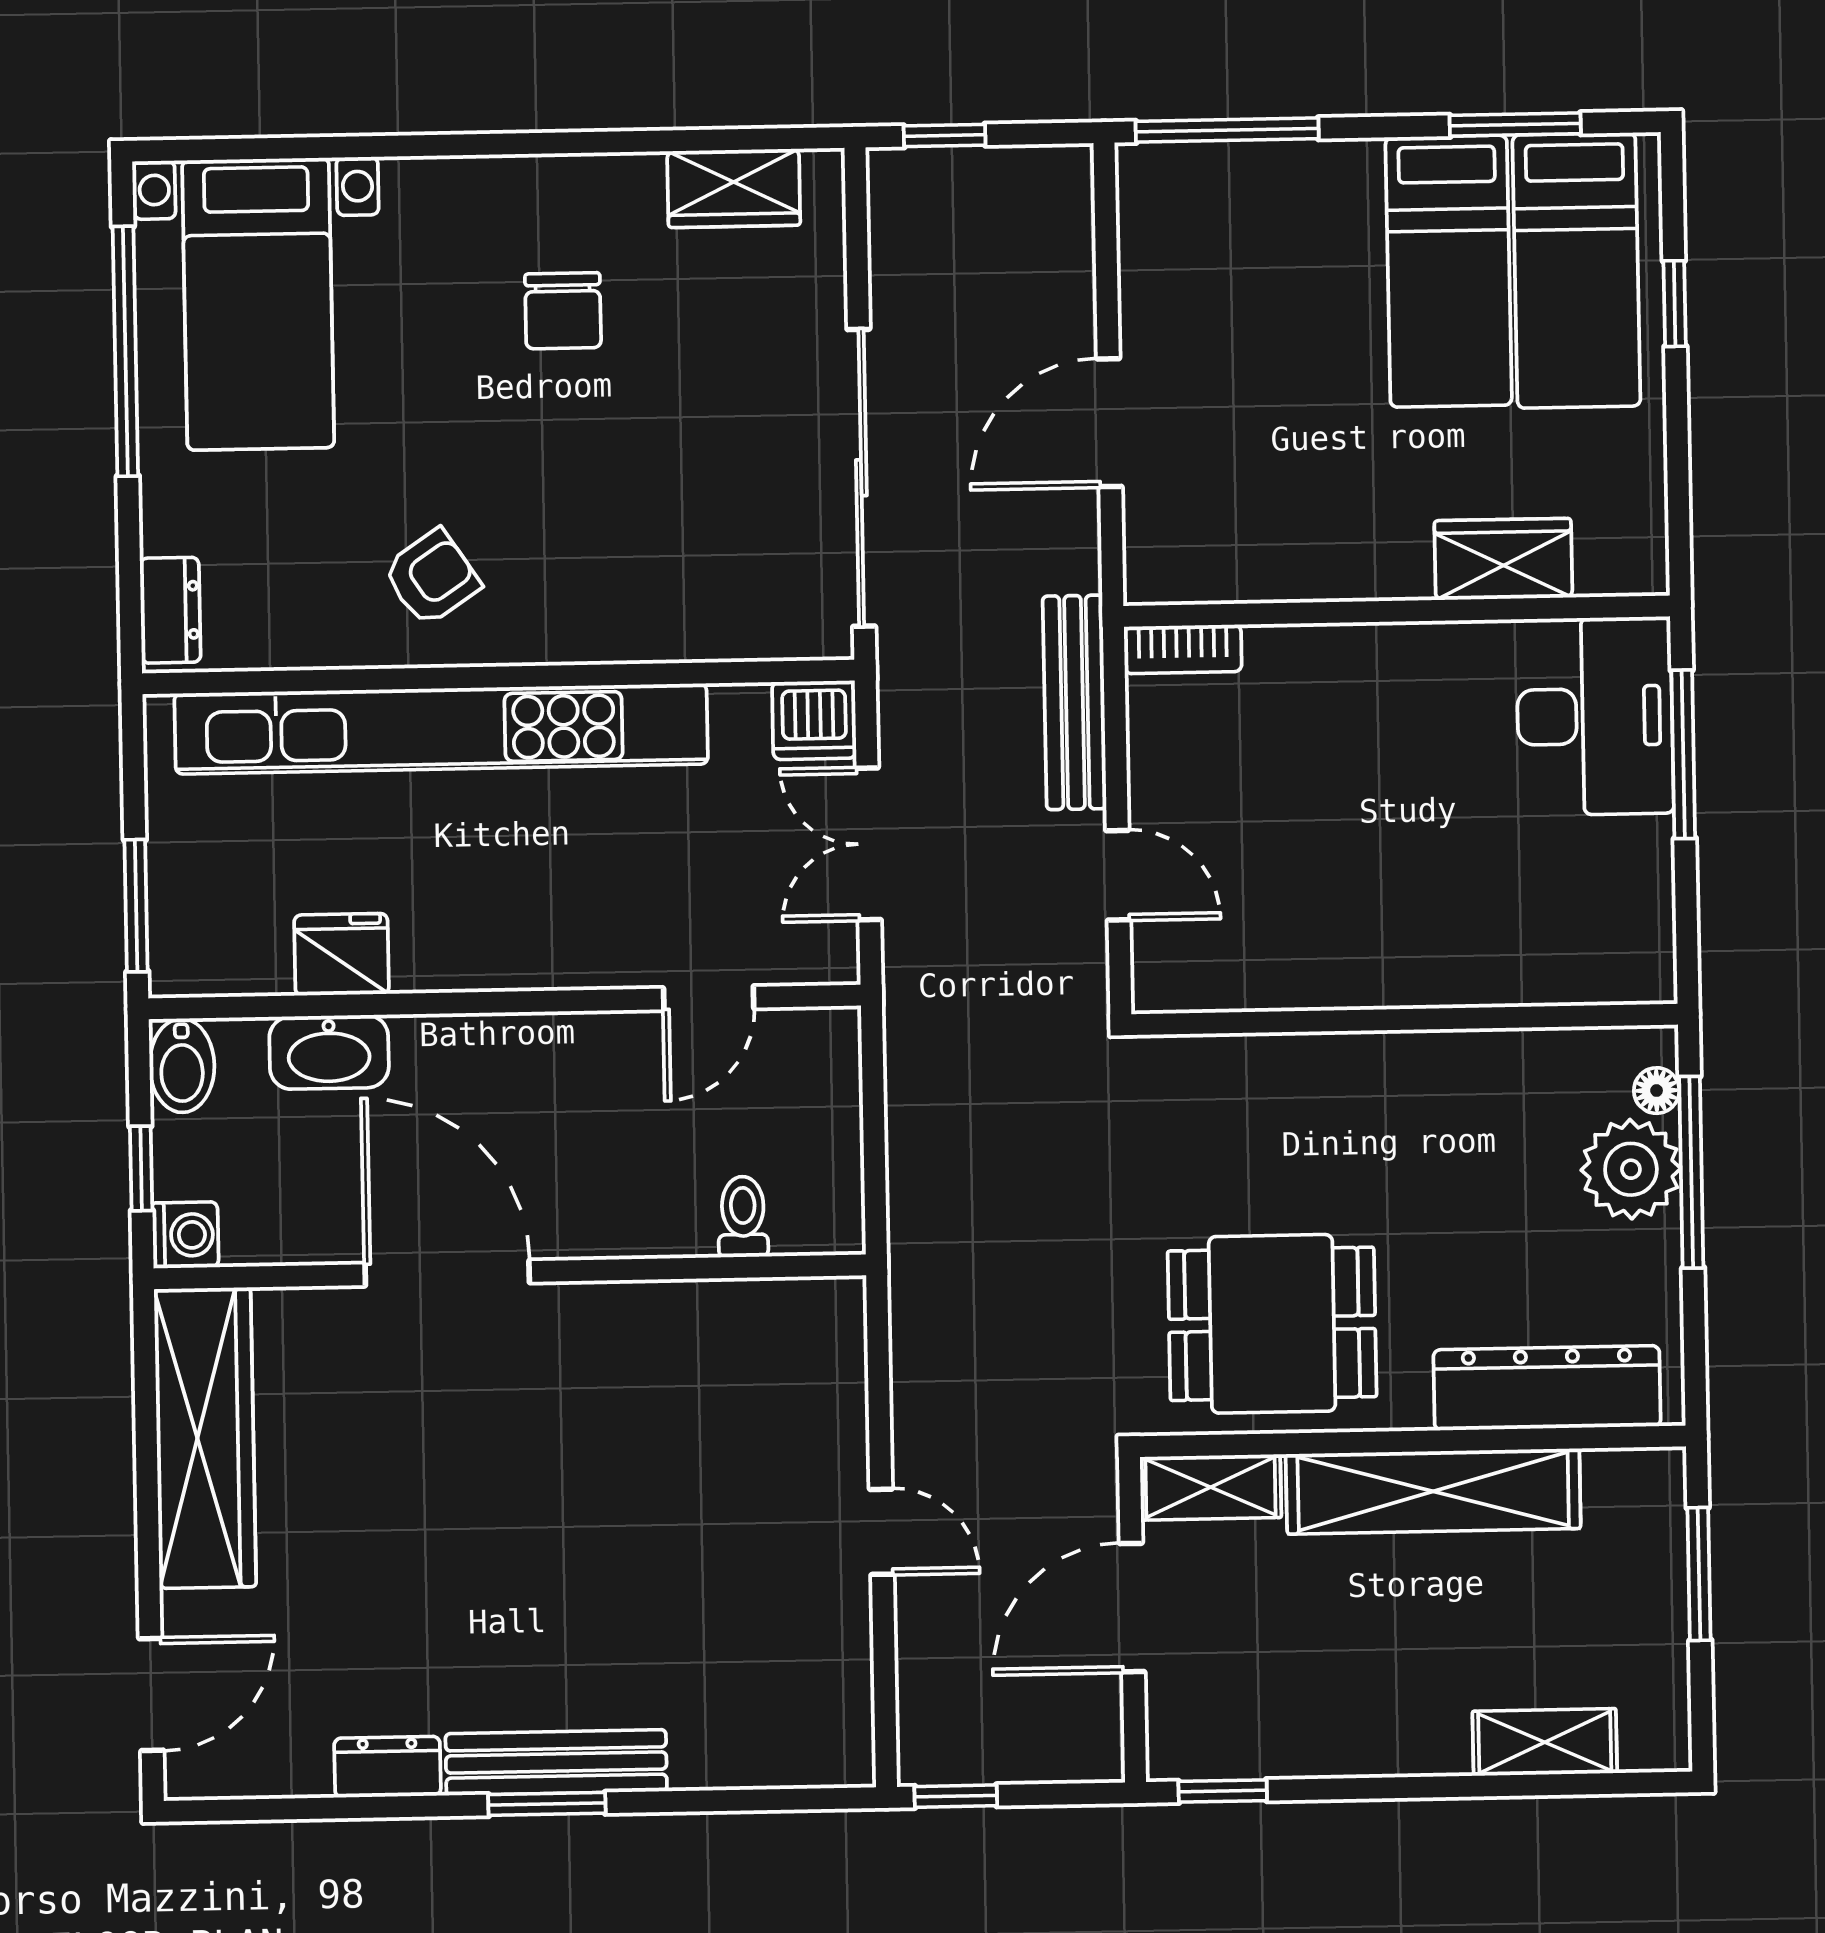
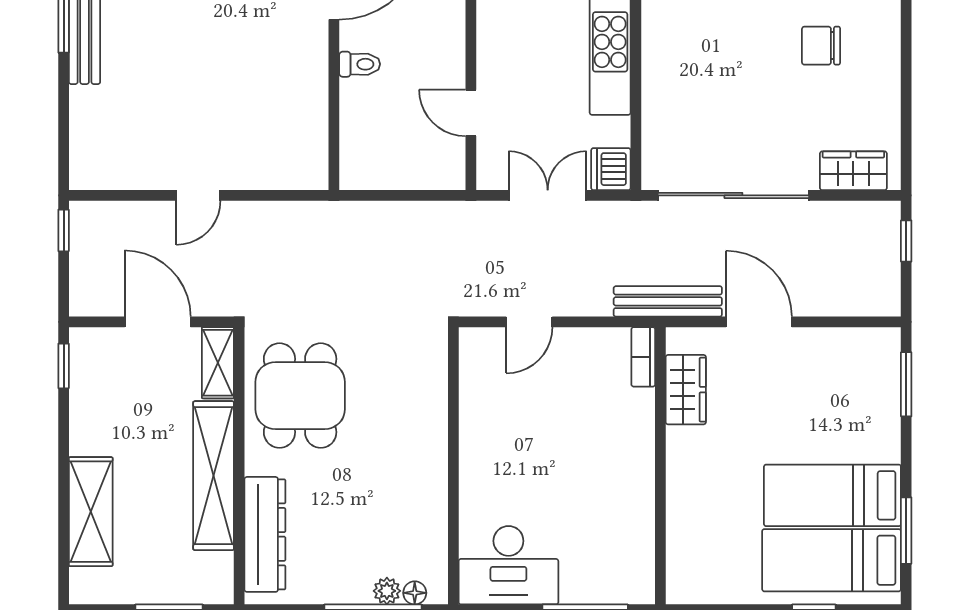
window: (1227, 130) -> (906, 384), width x0.69
wardrobe: (734, 188) -> (853, 171), moved, turned 90
wardrobe: (1503, 559) -> (686, 390), moved
bench: (1074, 702) -> (668, 301), moved
desk: (1595, 716) -> (508, 565), moved
plant: (1631, 1169) -> (387, 591), width x0.53, depth x0.53
toilet: (743, 1217) -> (360, 64), moved
shelving: (1545, 1742) -> (91, 512), width x1.50, depth x1.33

